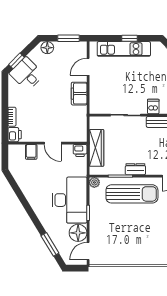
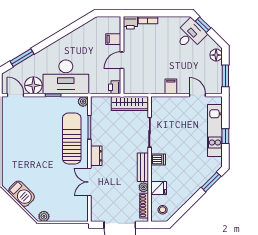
filing cabinet: (79, 94) -> (171, 86), width x0.50
wardrobe: (96, 148) -> (130, 103), moved
dresser: (135, 169) -> (96, 156), moved
sun lounger: (132, 194) -> (72, 138), turned 180

